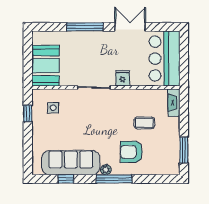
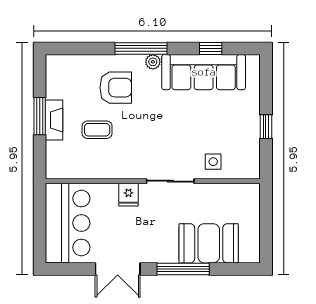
booth: (45, 66) -> (209, 243), moved, turned 90
fireplace: (174, 103) -> (54, 120), moved
side table: (53, 108) -> (213, 162), moved
window: (28, 114) -> (266, 127), moved
window: (184, 150) -> (40, 116), moved

